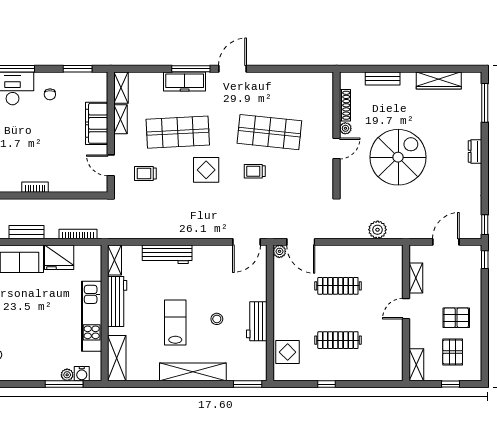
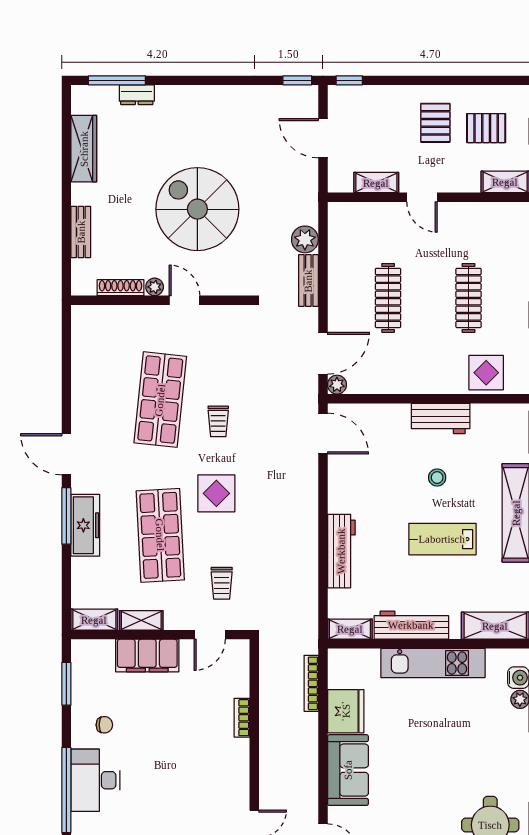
dresser: (475, 151) -> (137, 95), moved
bookcase: (35, 187) -> (242, 718), moved
bench: (26, 232) -> (308, 281), moved

